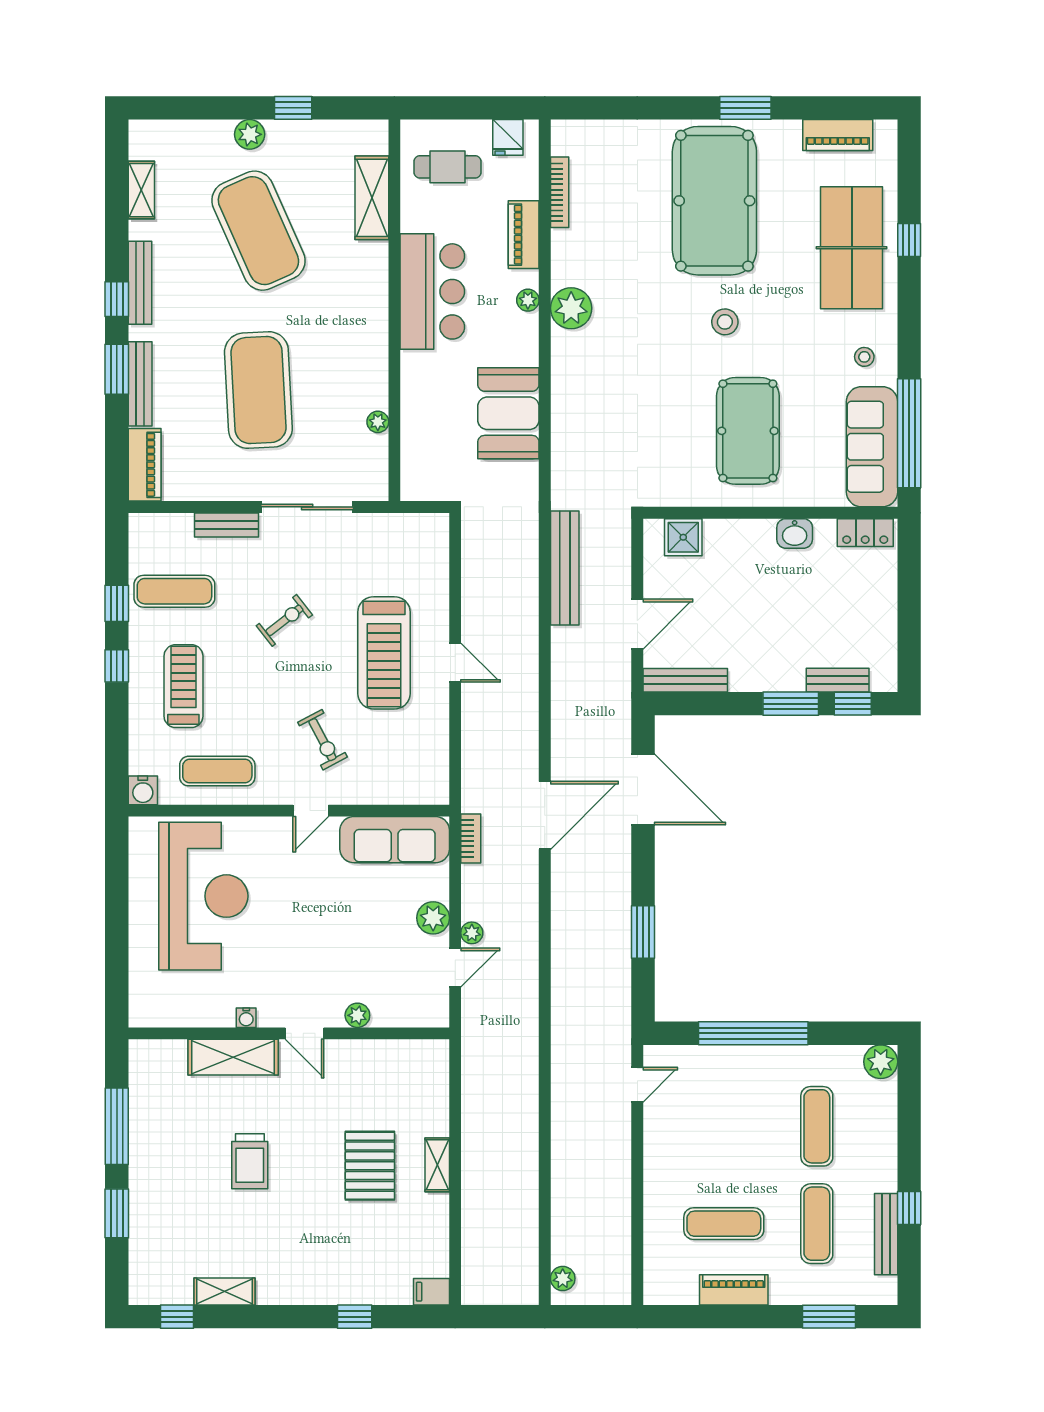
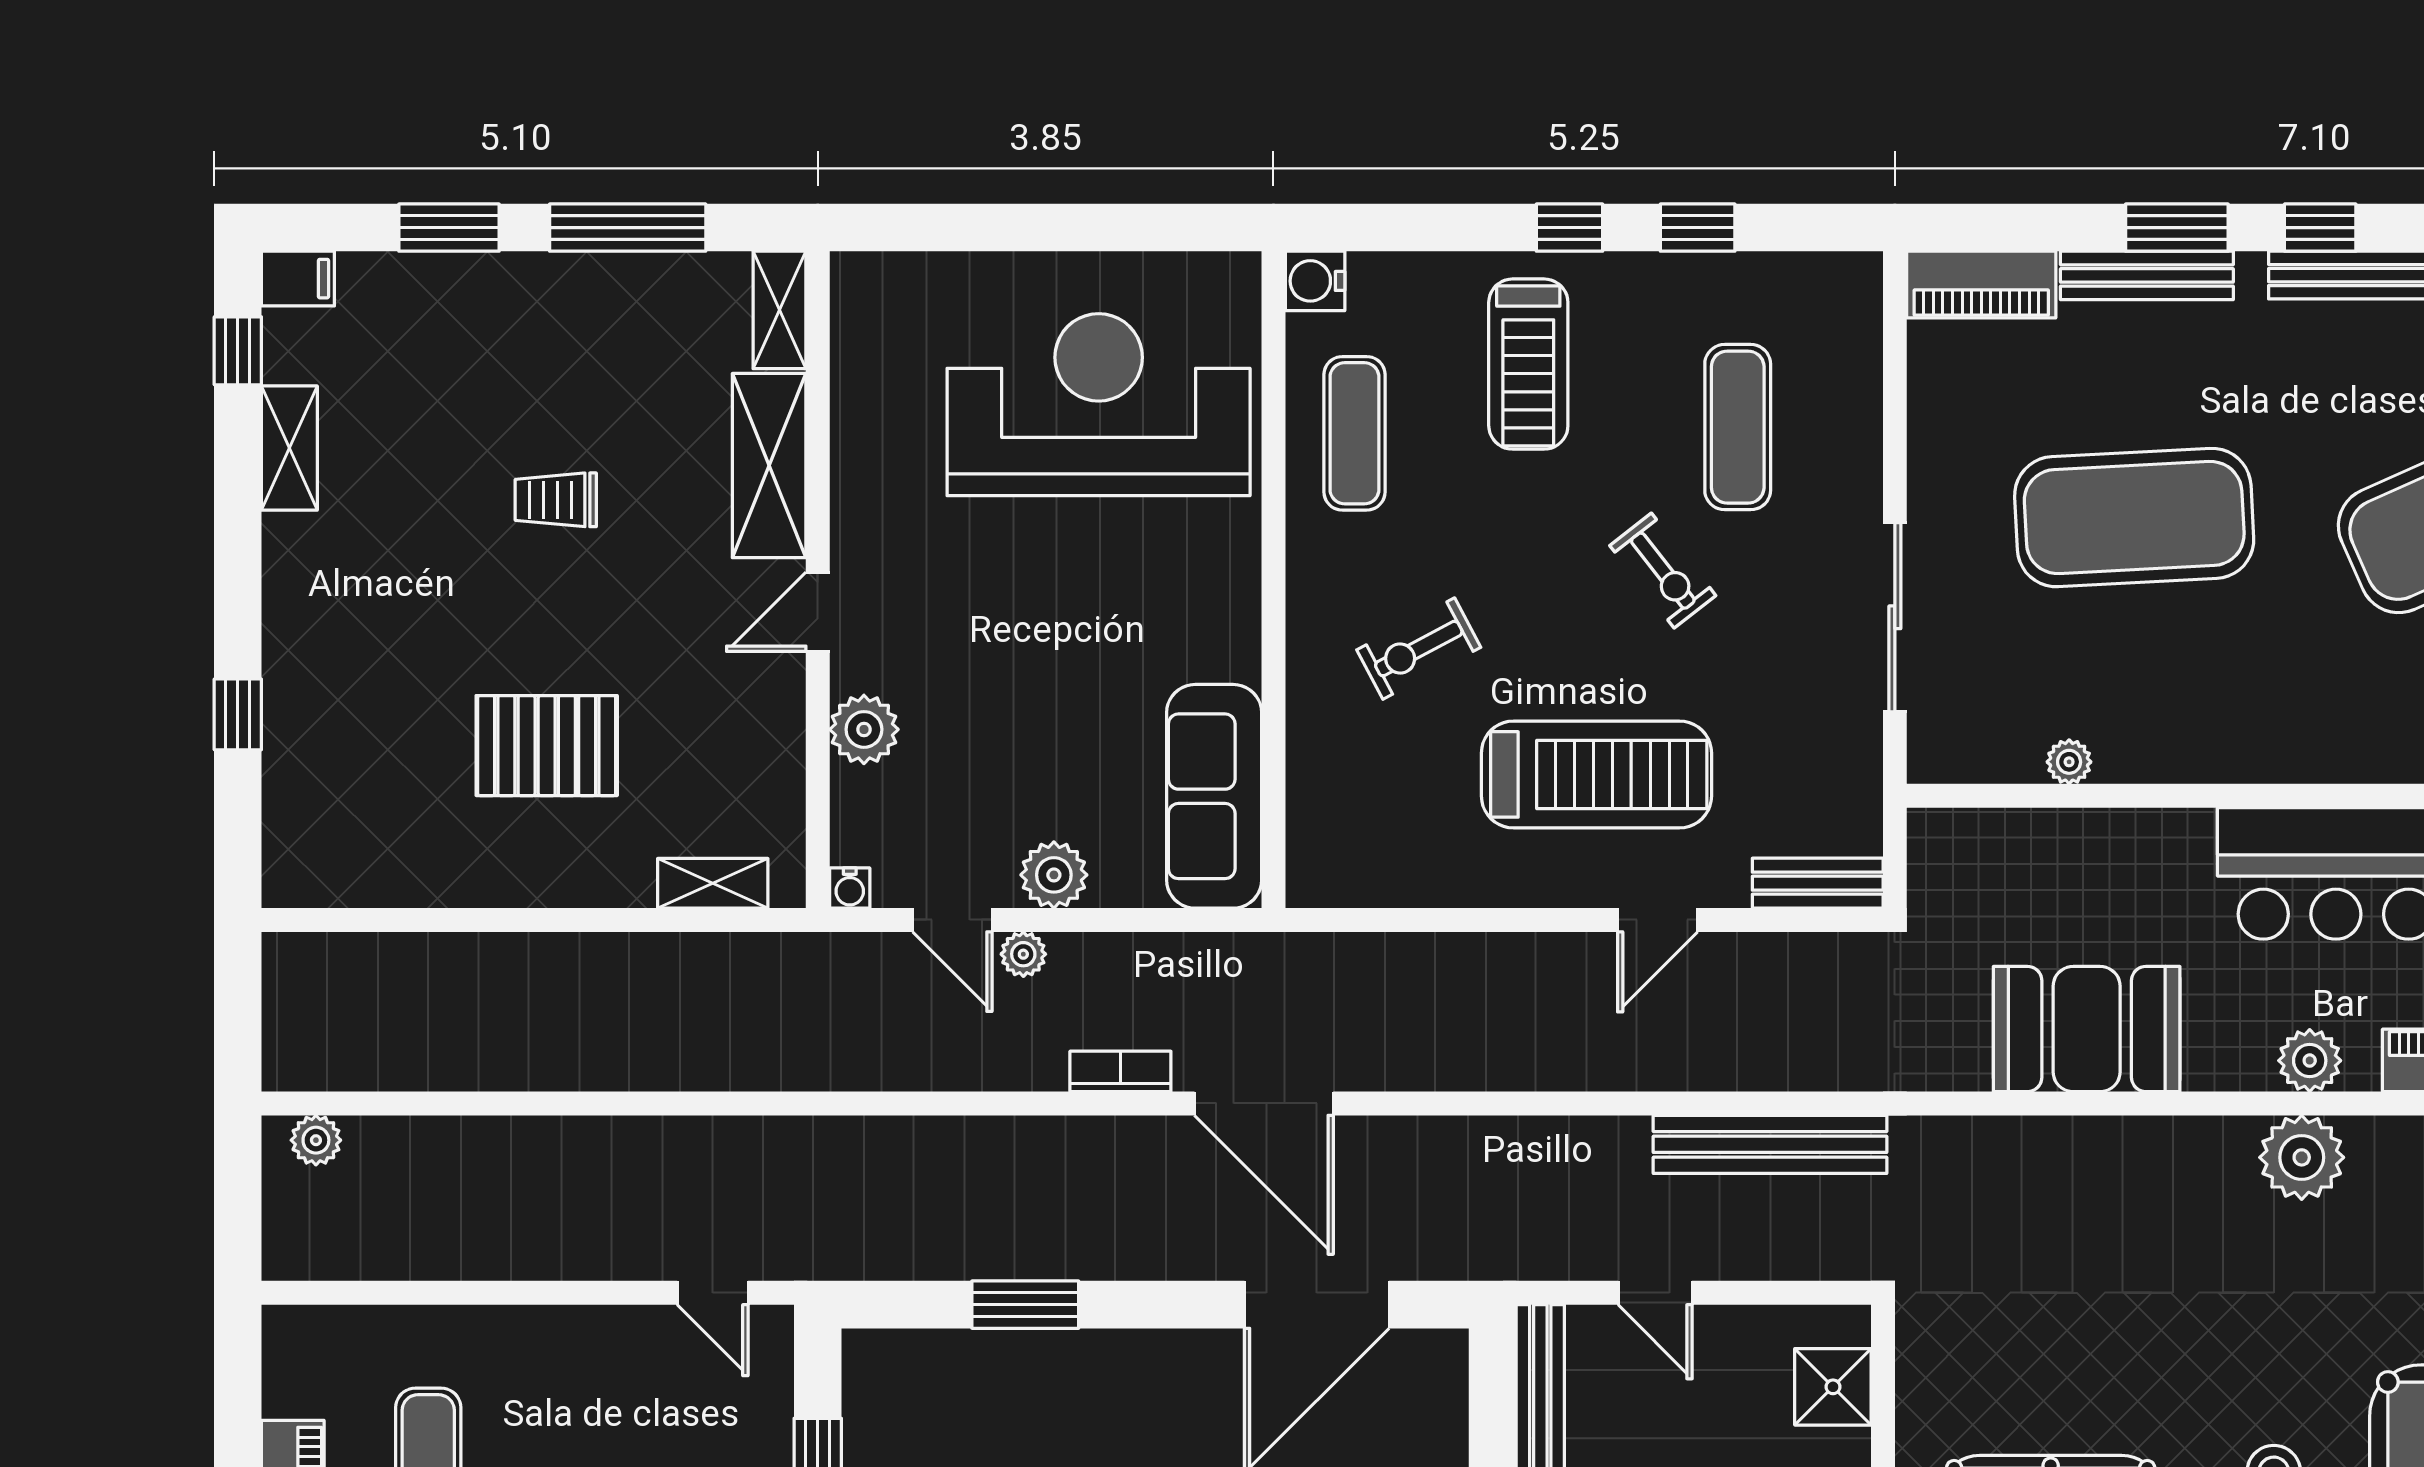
plant: (528, 300) -> (2310, 1061), width x1.38, depth x1.38
bench: (227, 525) -> (1818, 883), moved, turned 90
exercise mat: (174, 591) -> (1738, 427), moved
door: (637, 624) -> (1655, 1293), width x0.73
treadmill: (384, 653) -> (1596, 774), turned 180
door: (455, 663) -> (1658, 920), moved
treadmill: (183, 686) -> (1528, 364), turned 90
door: (311, 811) -> (1273, 625), removed
bookcase: (471, 839) -> (1120, 1071), moved, turned 180
reception desk: (203, 896) -> (1099, 405), turned 180
plant: (357, 1015) -> (864, 729), width x1.38, depth x1.38
water cooler: (246, 1018) -> (850, 888), moved, turned -90
shelving: (157, 1052) -> (780, 310), added
trolley: (250, 1161) -> (556, 500), width x0.73, depth x0.72
shelving: (437, 1165) -> (713, 883), moved
filing cabinet: (431, 1292) -> (298, 279), moved, turned 90

